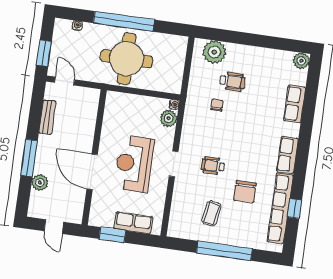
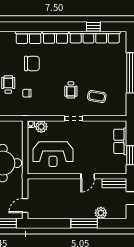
row of seats: (295, 104) -> (28, 37), moved
bench: (47, 117) -> (114, 183), moved
reception desk: (134, 164) -> (53, 154), moved
door: (92, 172) -> (88, 176), width x0.53
chair: (245, 192) -> (32, 63), moved
coffee table: (211, 214) -> (97, 96), moved

